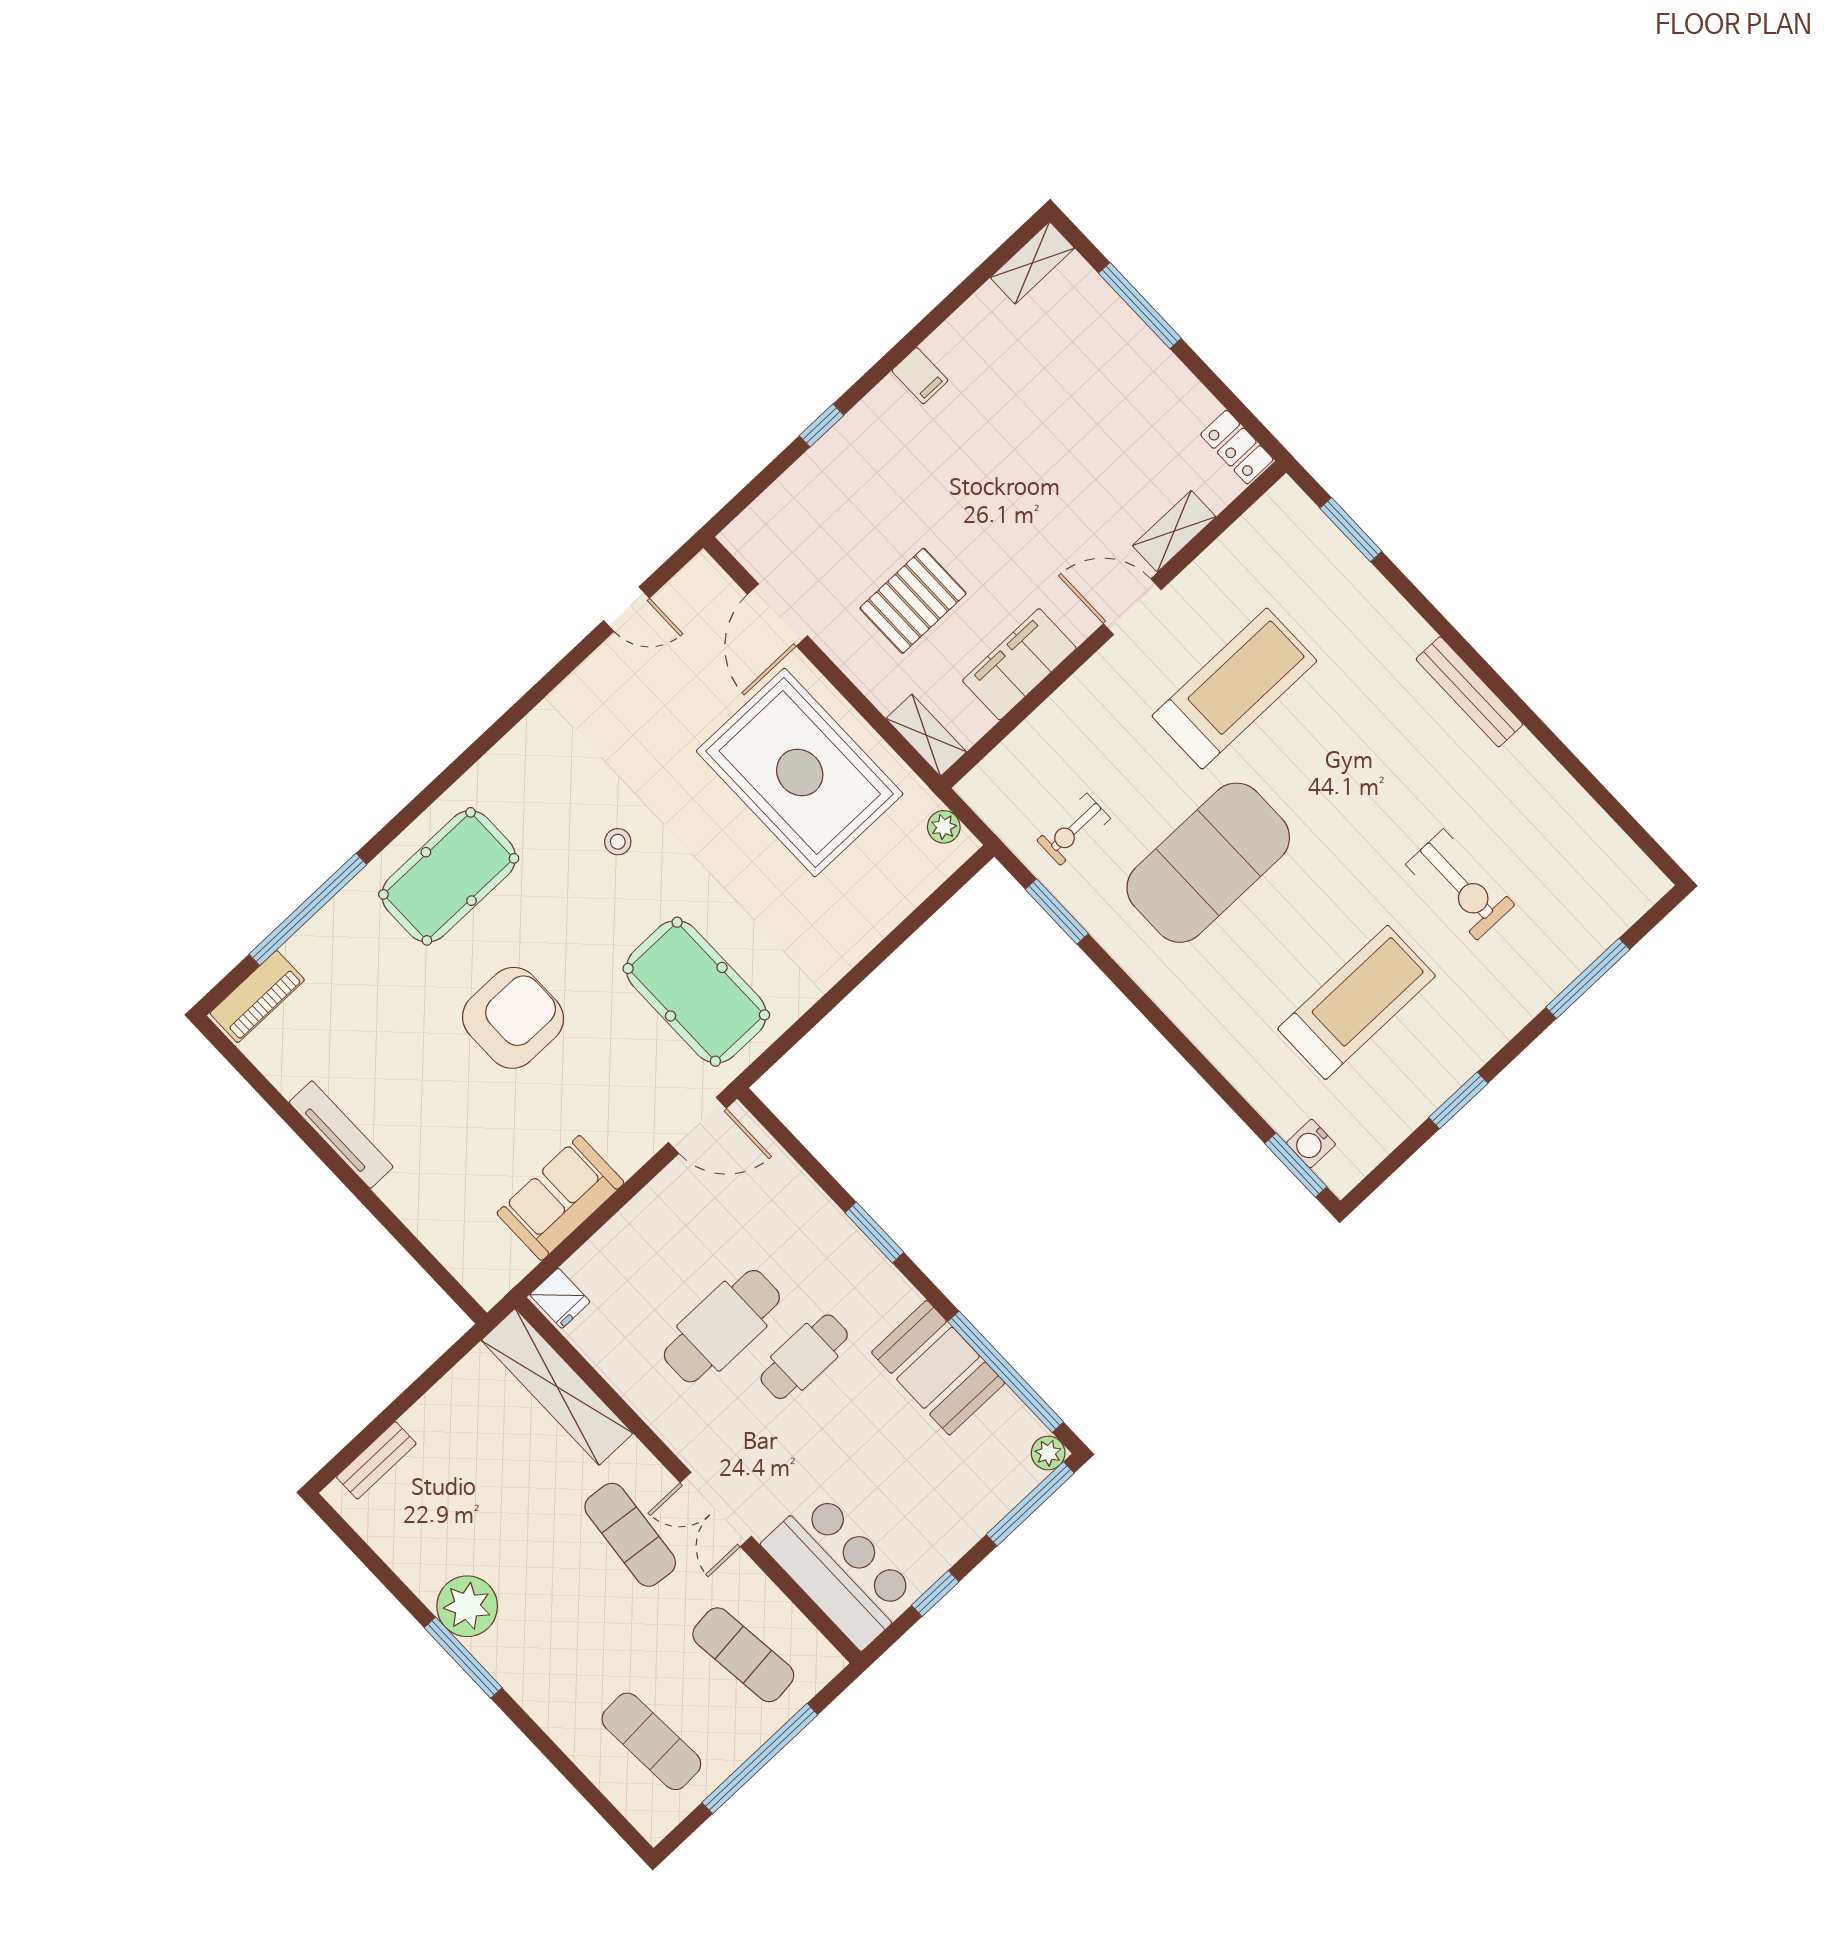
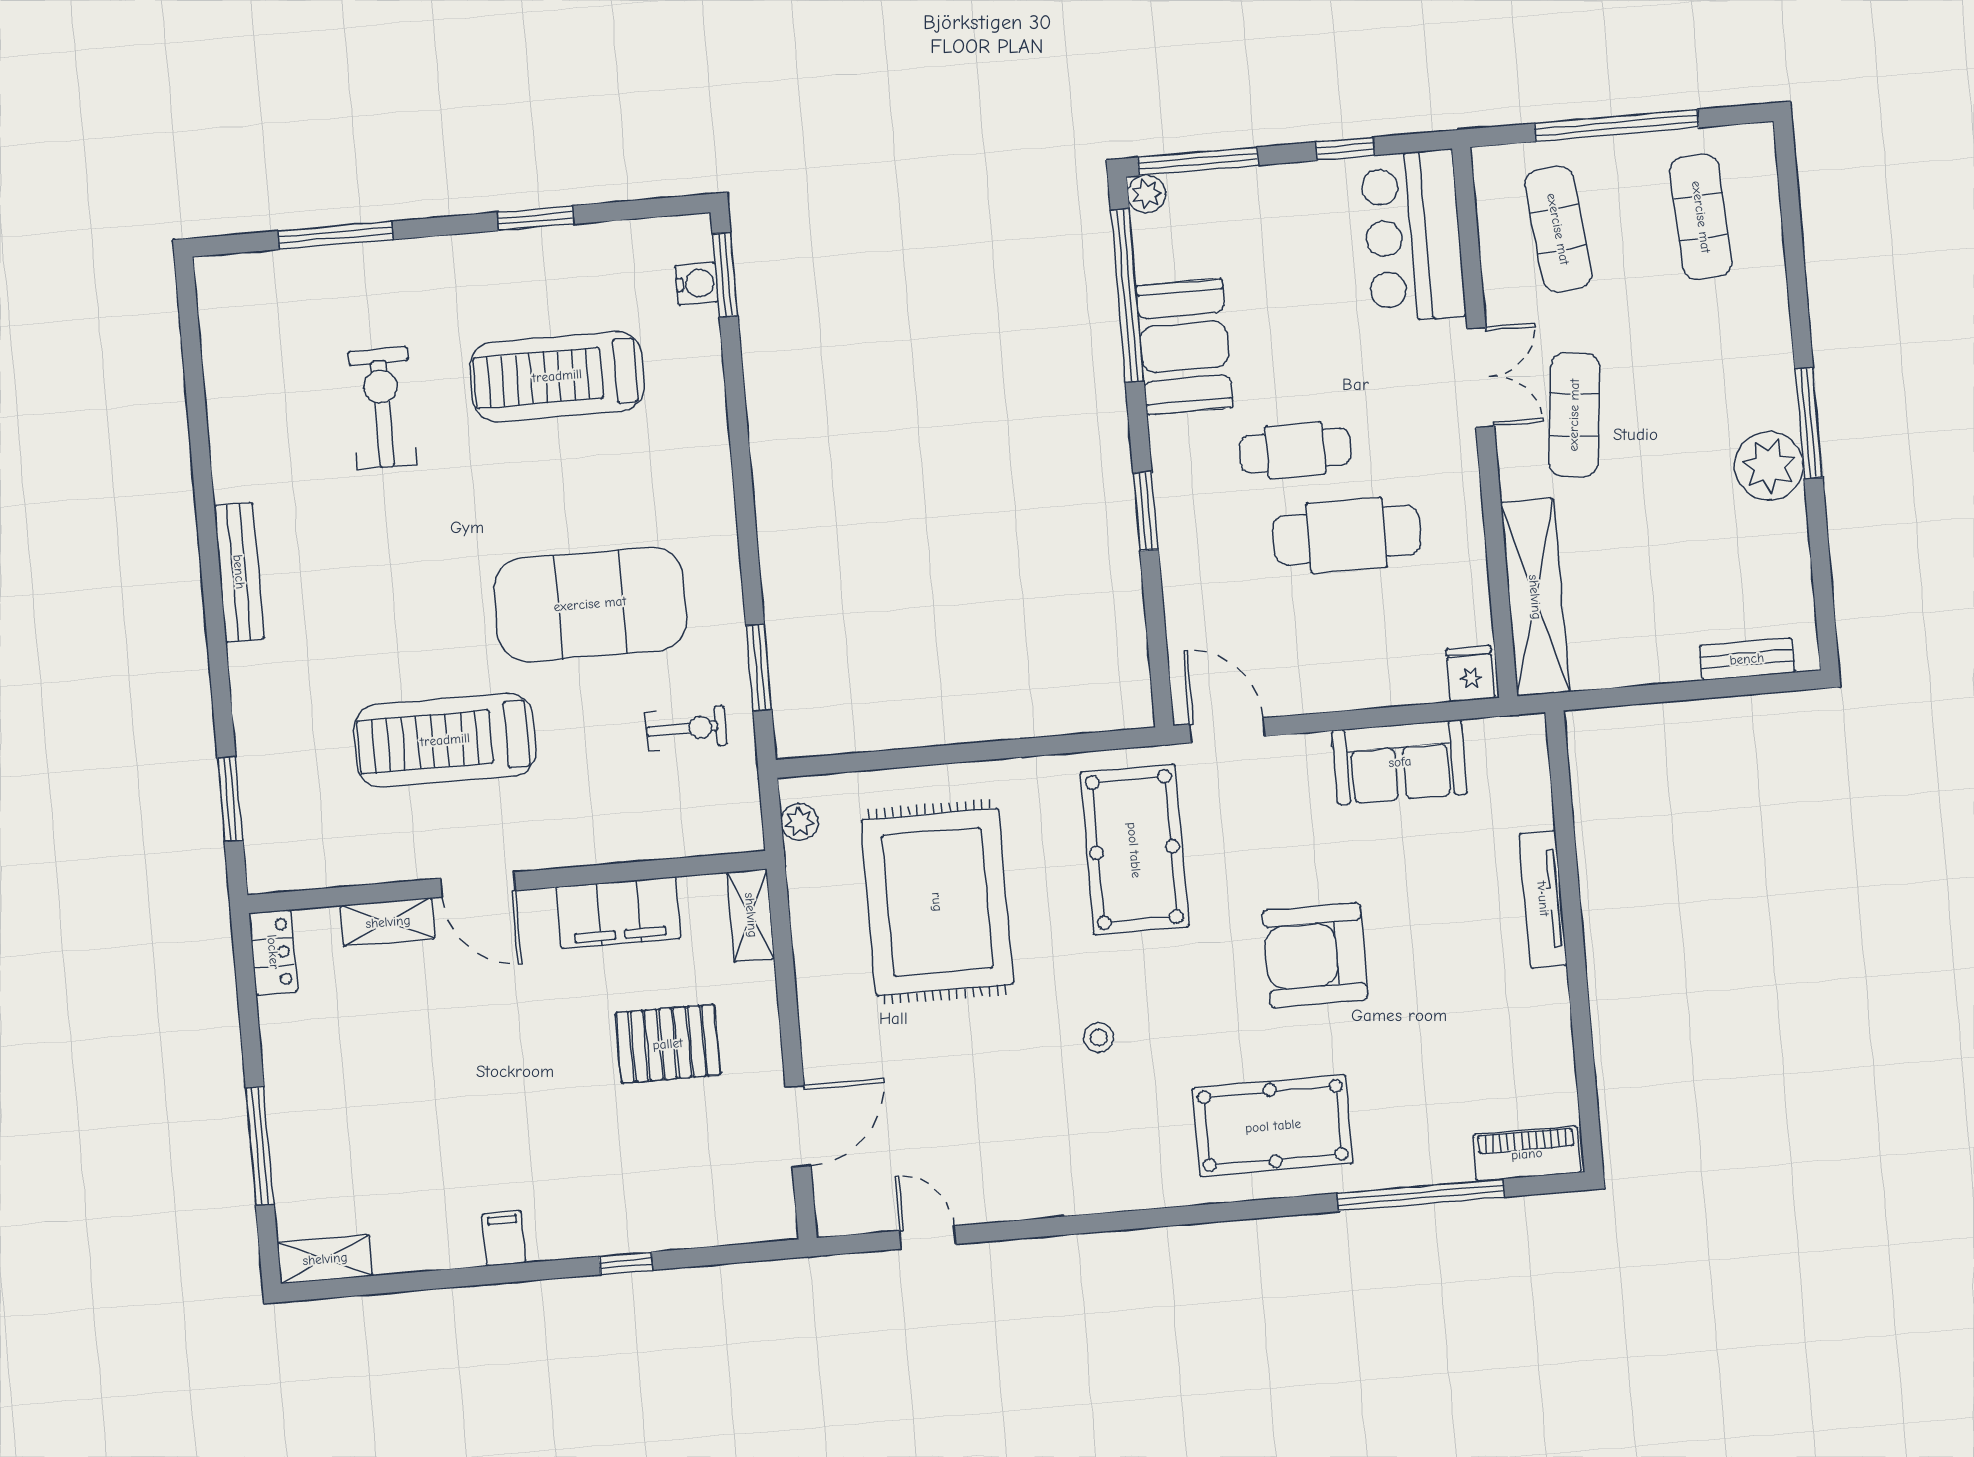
rug: (800, 772) -> (937, 902), moved
tv unit: (341, 1135) -> (1543, 899), moved

